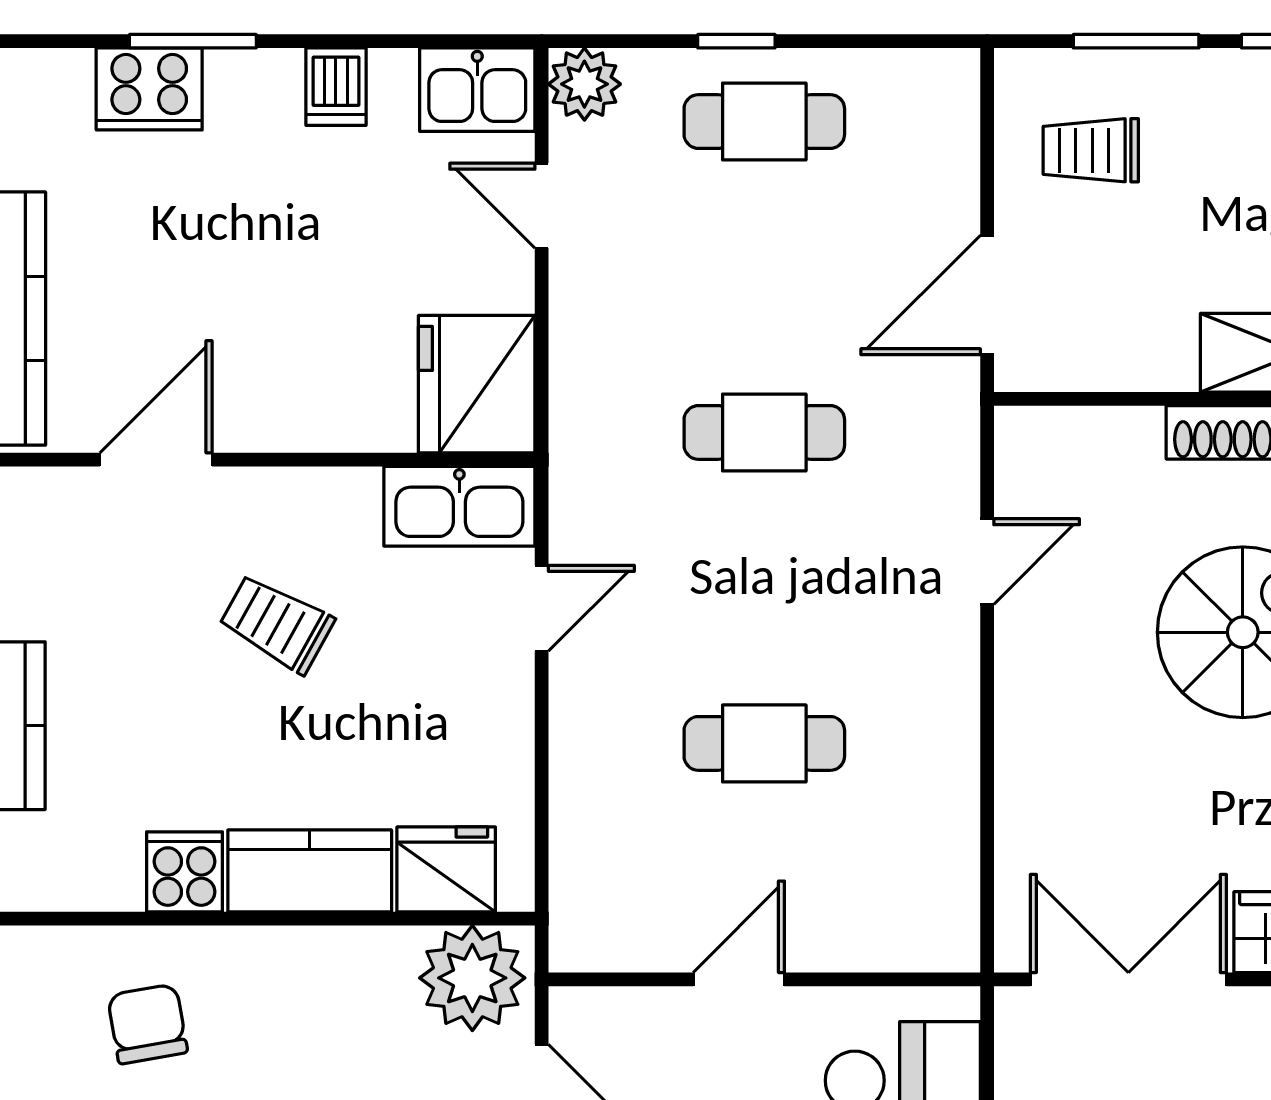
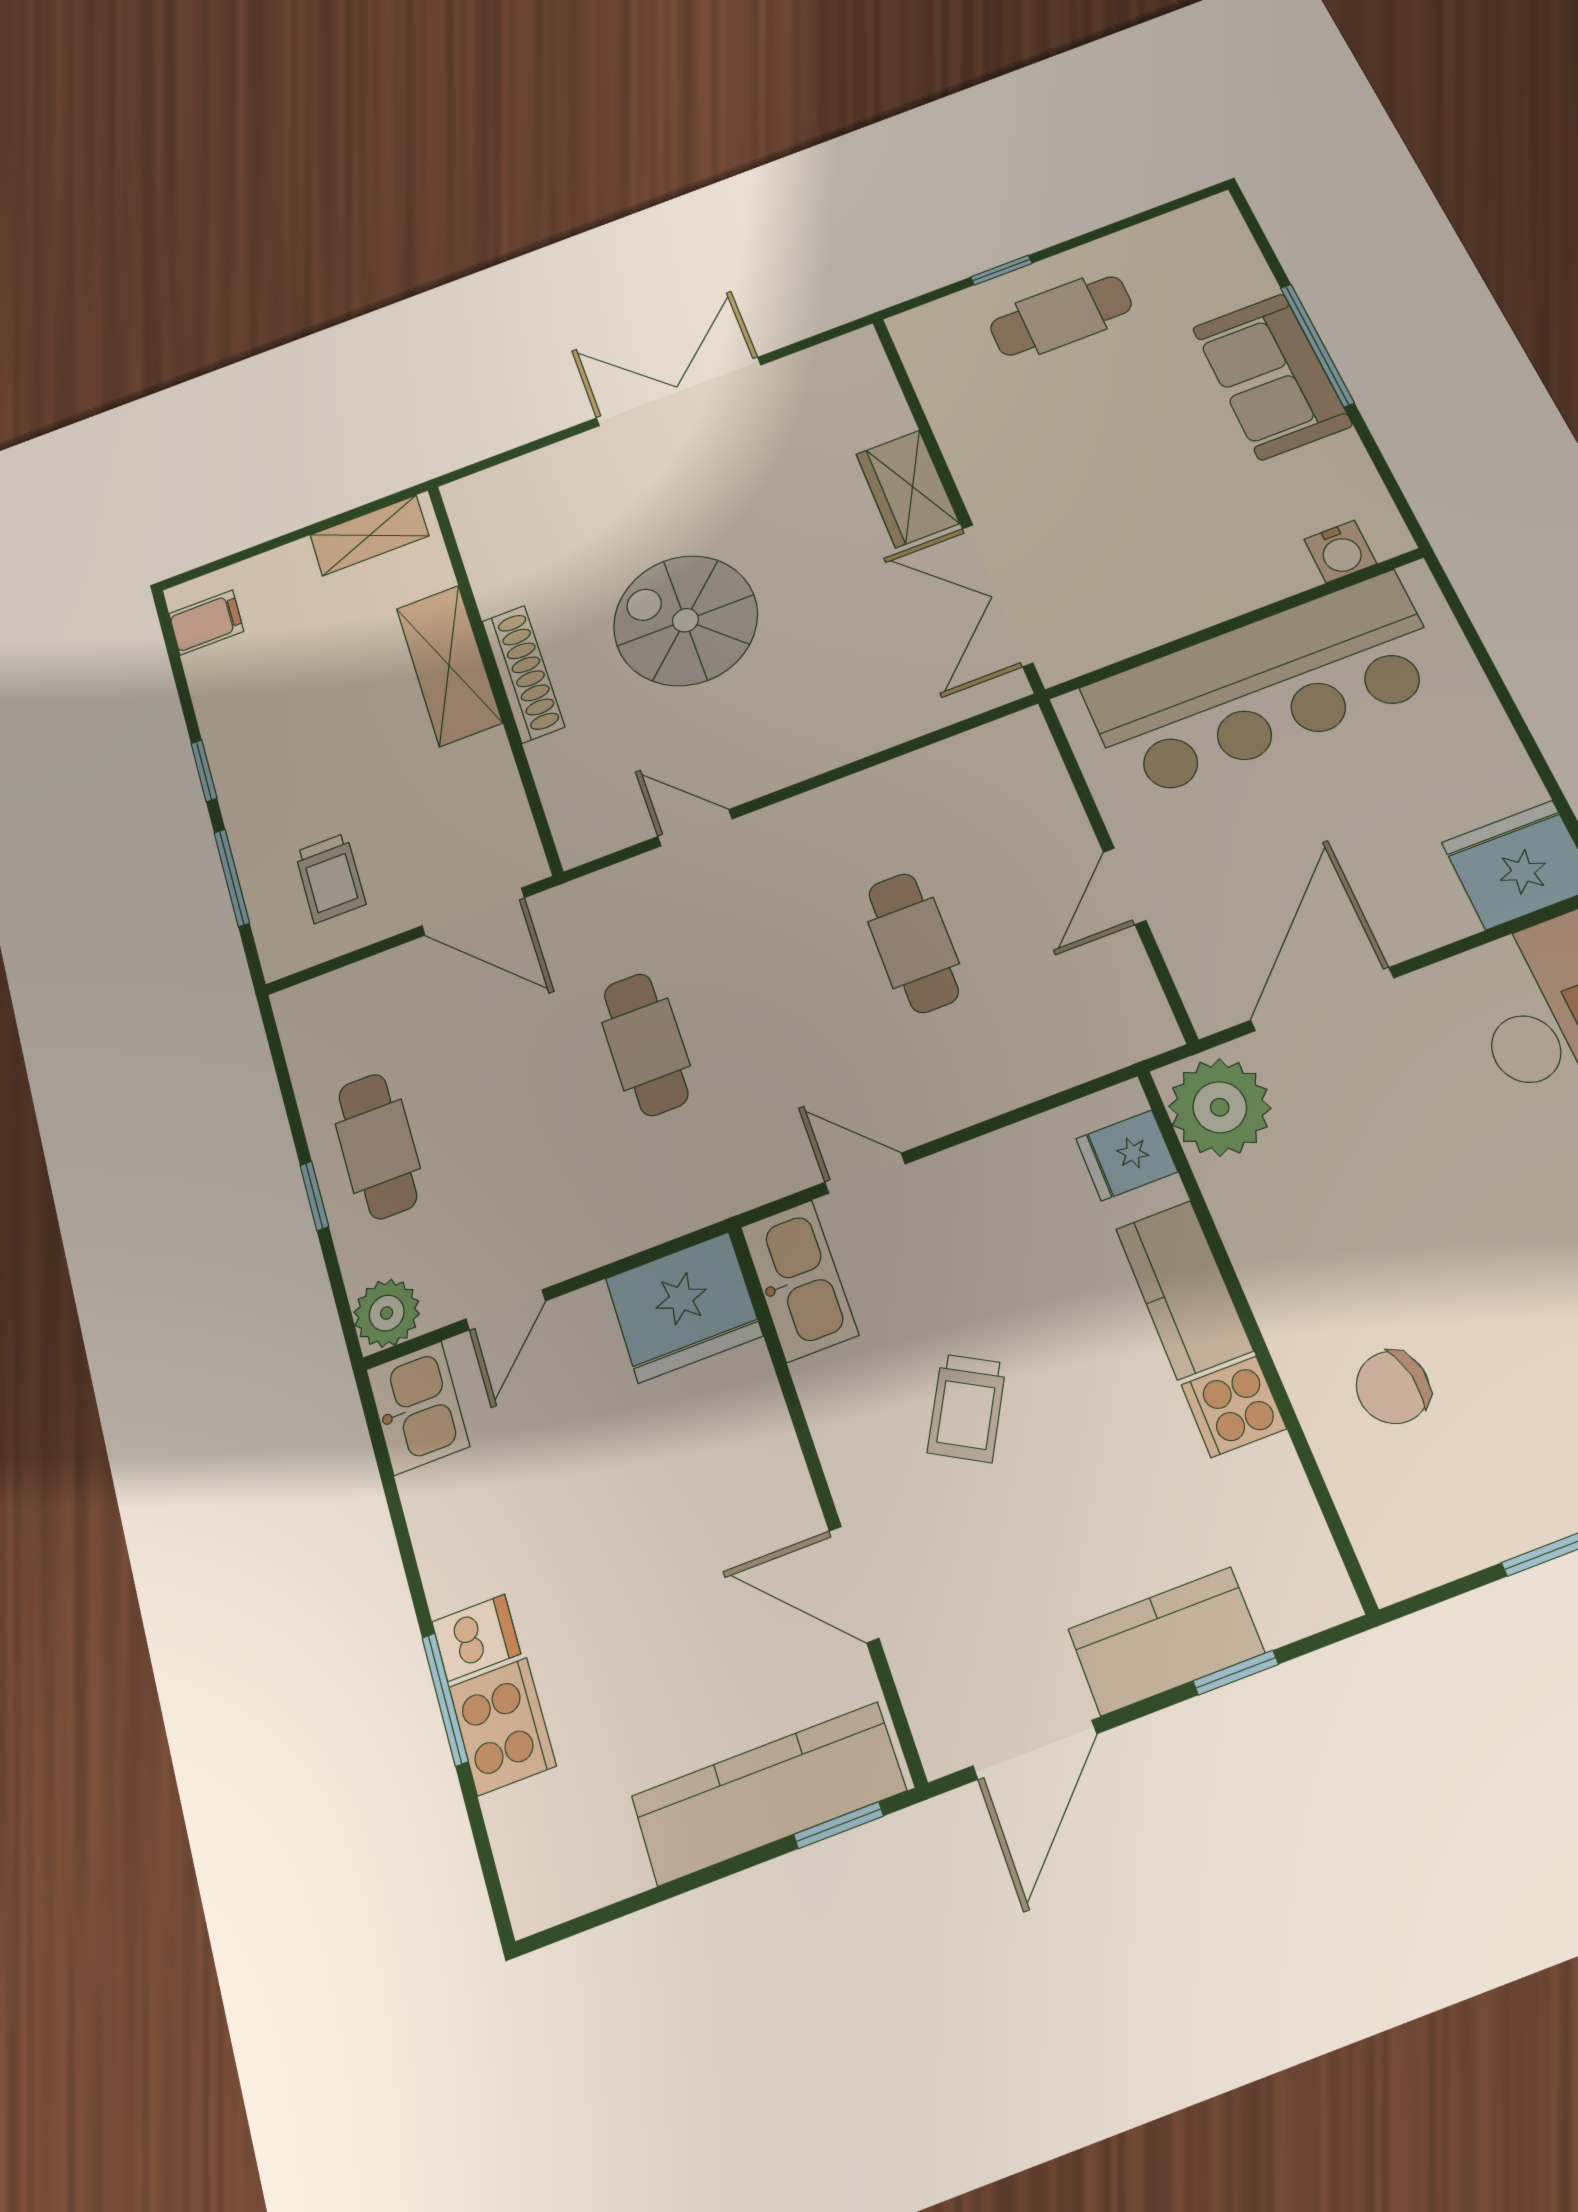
dishwasher: (336, 87) -> (476, 1638), moved
fridge: (446, 869) -> (1127, 1155), width x0.72
door: (739, 979) -> (1125, 886), hinge flipped

